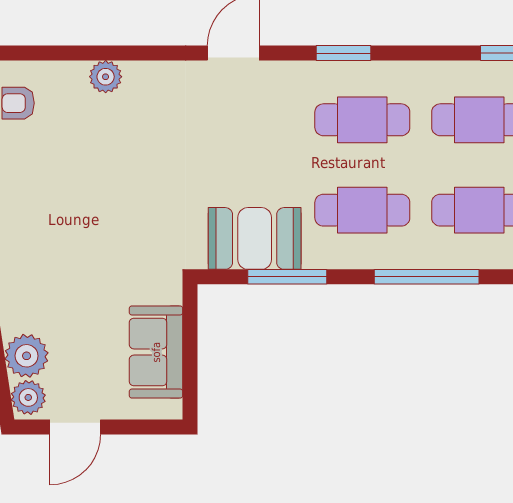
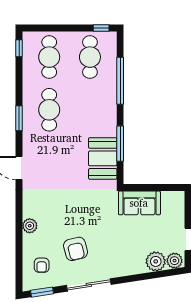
armchair: (54, 178) -> (76, 249), added
cafe table: (362, 210) -> (90, 110), removed
sofa: (156, 352) -> (139, 203), moved

